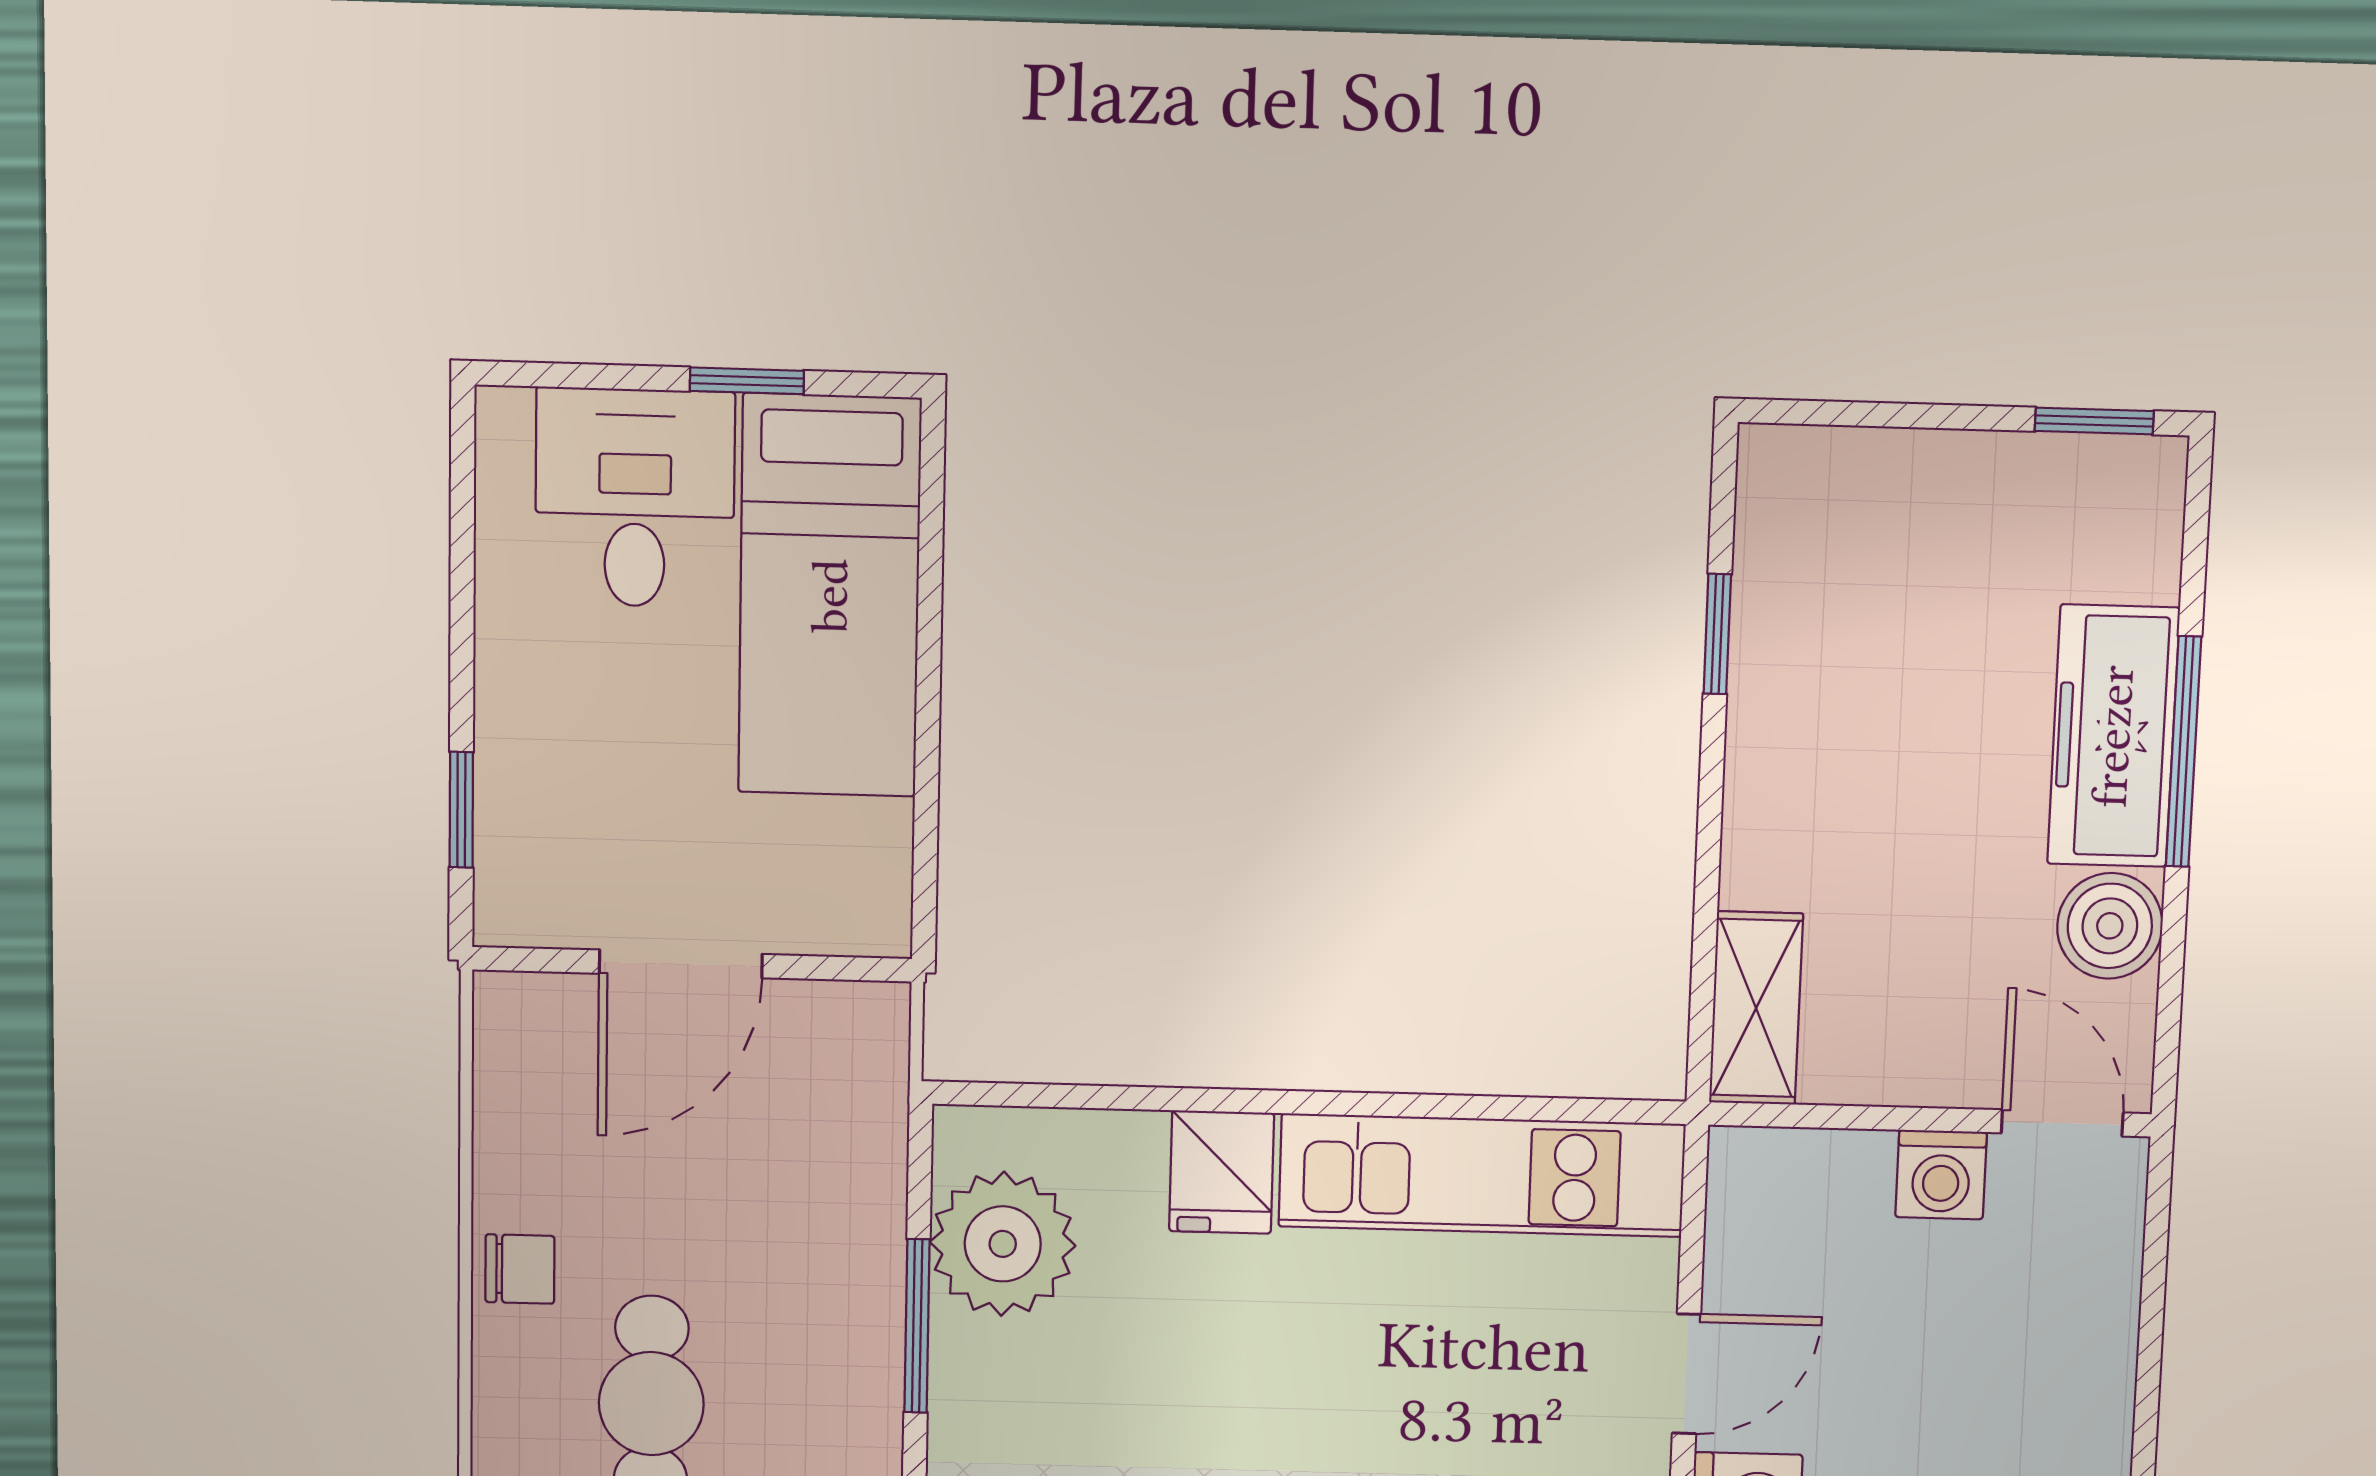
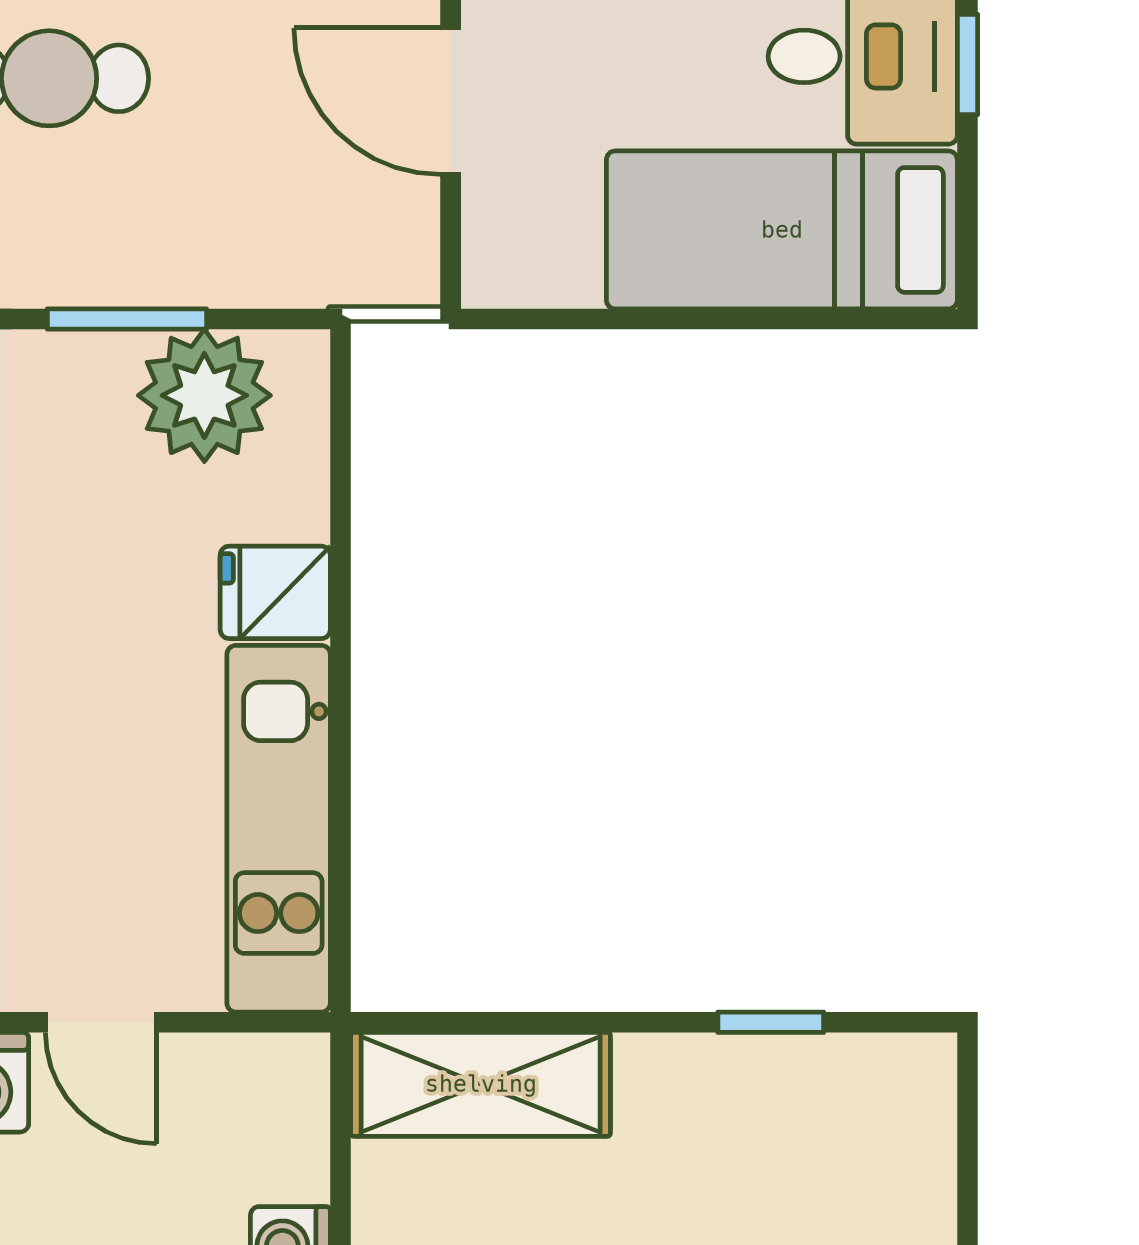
window: (747, 381) -> (967, 64), moved
shelving: (1756, 1008) -> (481, 1084), width x1.50, depth x1.33

